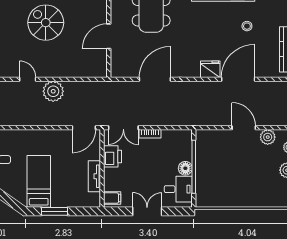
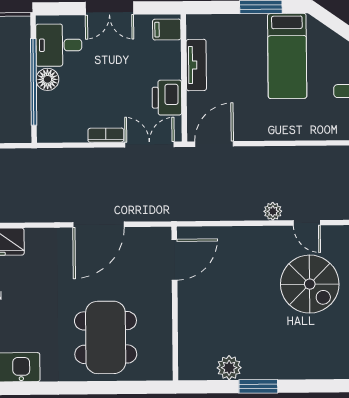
spiral stairs: (46, 23) -> (310, 284), moved
door: (109, 36) -> (174, 260), moved
plant: (53, 91) -> (273, 211), width x0.53, depth x0.53

